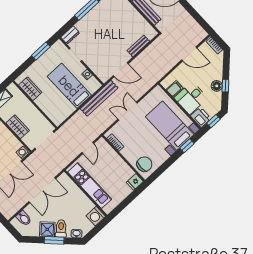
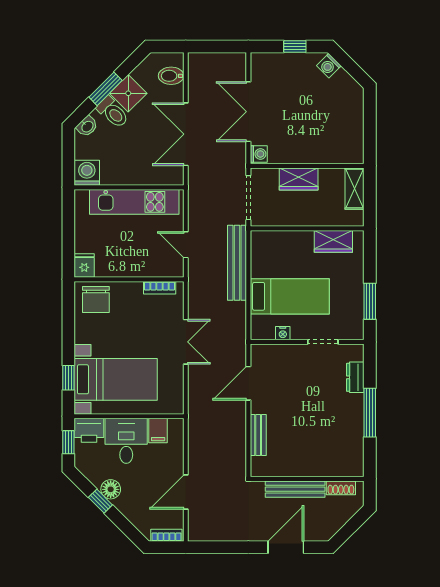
dresser: (70, 35) -> (355, 377), moved
bench: (99, 98) -> (237, 263), moved

